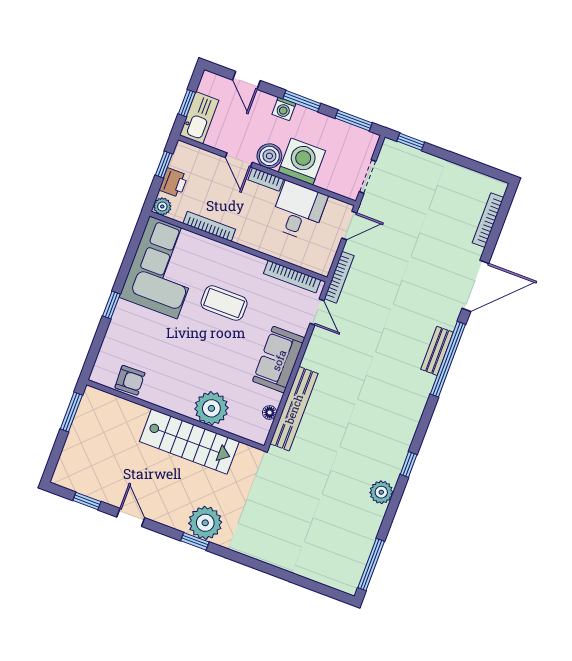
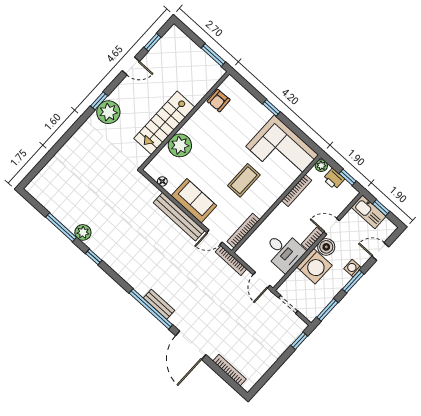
bench: (294, 409) -> (179, 217), moved
window: (371, 565) -> (61, 227), moved

